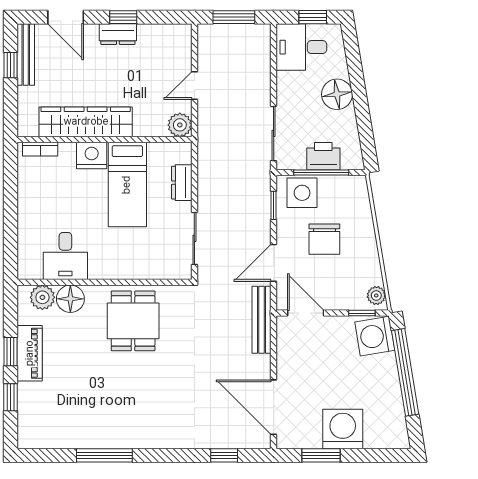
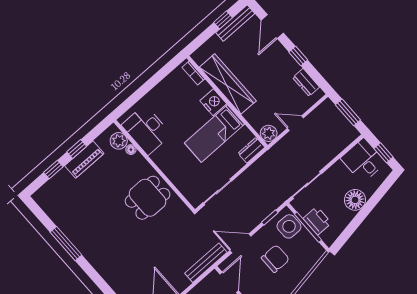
dresser: (118, 34) -> (306, 82), moved
dresser: (182, 183) -> (251, 150), moved
chair: (324, 239) -> (275, 259), turned 180
desk: (65, 256) -> (146, 130), width x1.37
floor lamp: (70, 299) -> (131, 150), width x0.53, depth x0.53

